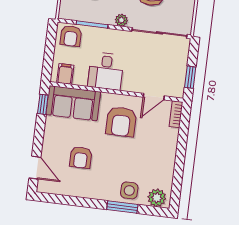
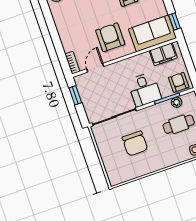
plant: (121, 20) -> (176, 102), moved
desk: (106, 71) -> (144, 89), moved, turned 180
filing cabinet: (65, 74) -> (163, 54), width x2.00

